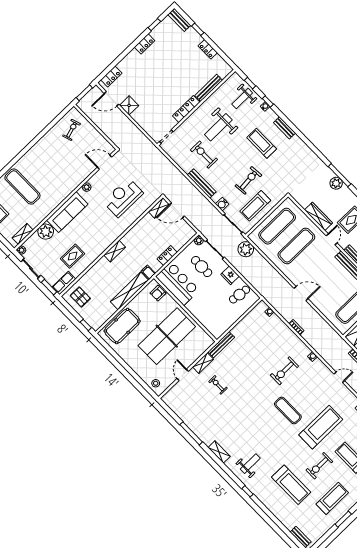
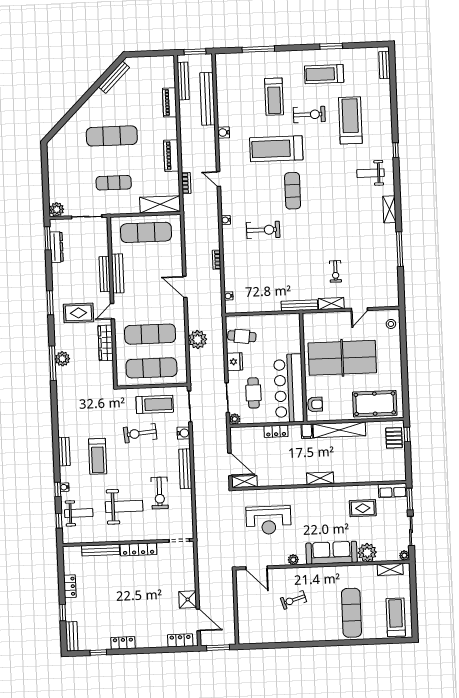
exercise bike: (71, 130) -> (294, 600), moved
plant: (246, 249) -> (198, 340), moved
bar counter: (178, 283) -> (289, 388), width x1.36
pallet: (80, 297) -> (394, 438), moved

